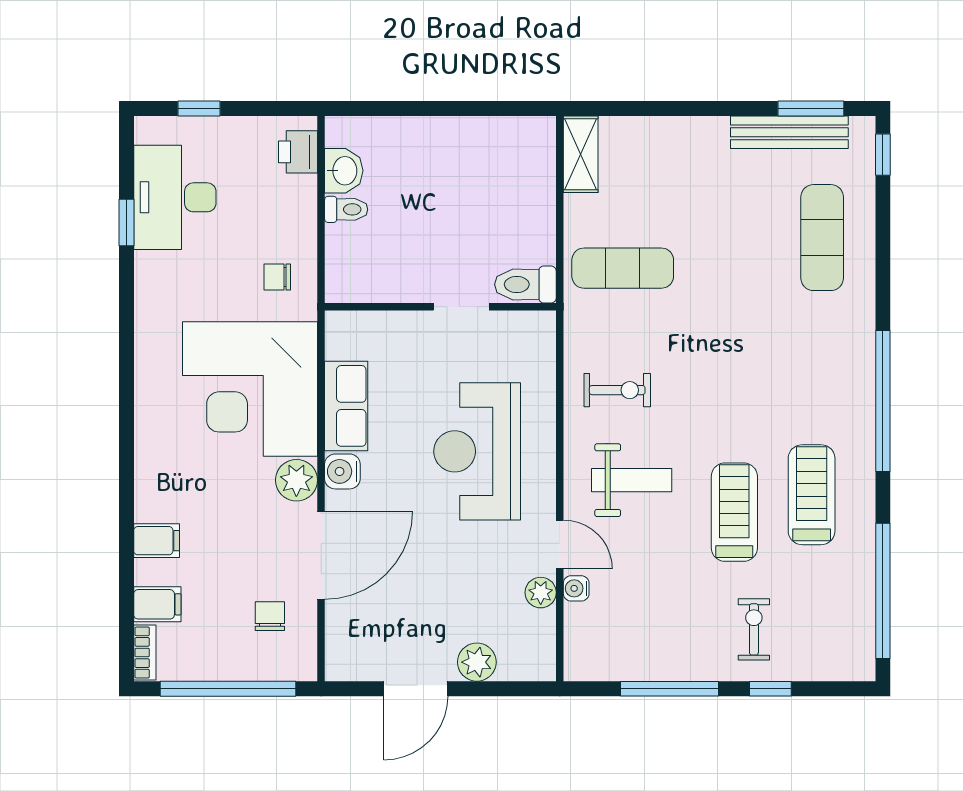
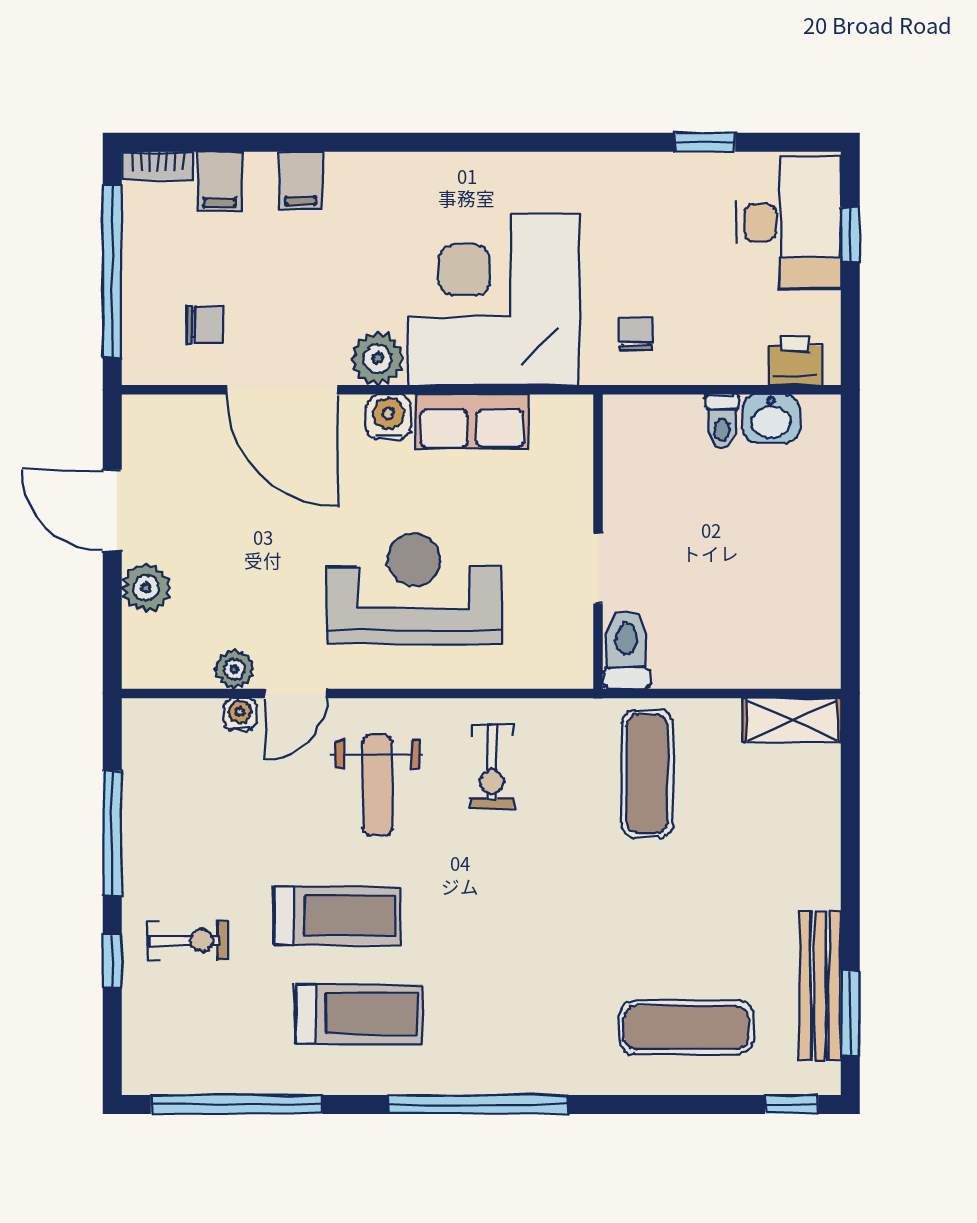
desk: (175, 197) -> (789, 222), moved, turned 90

